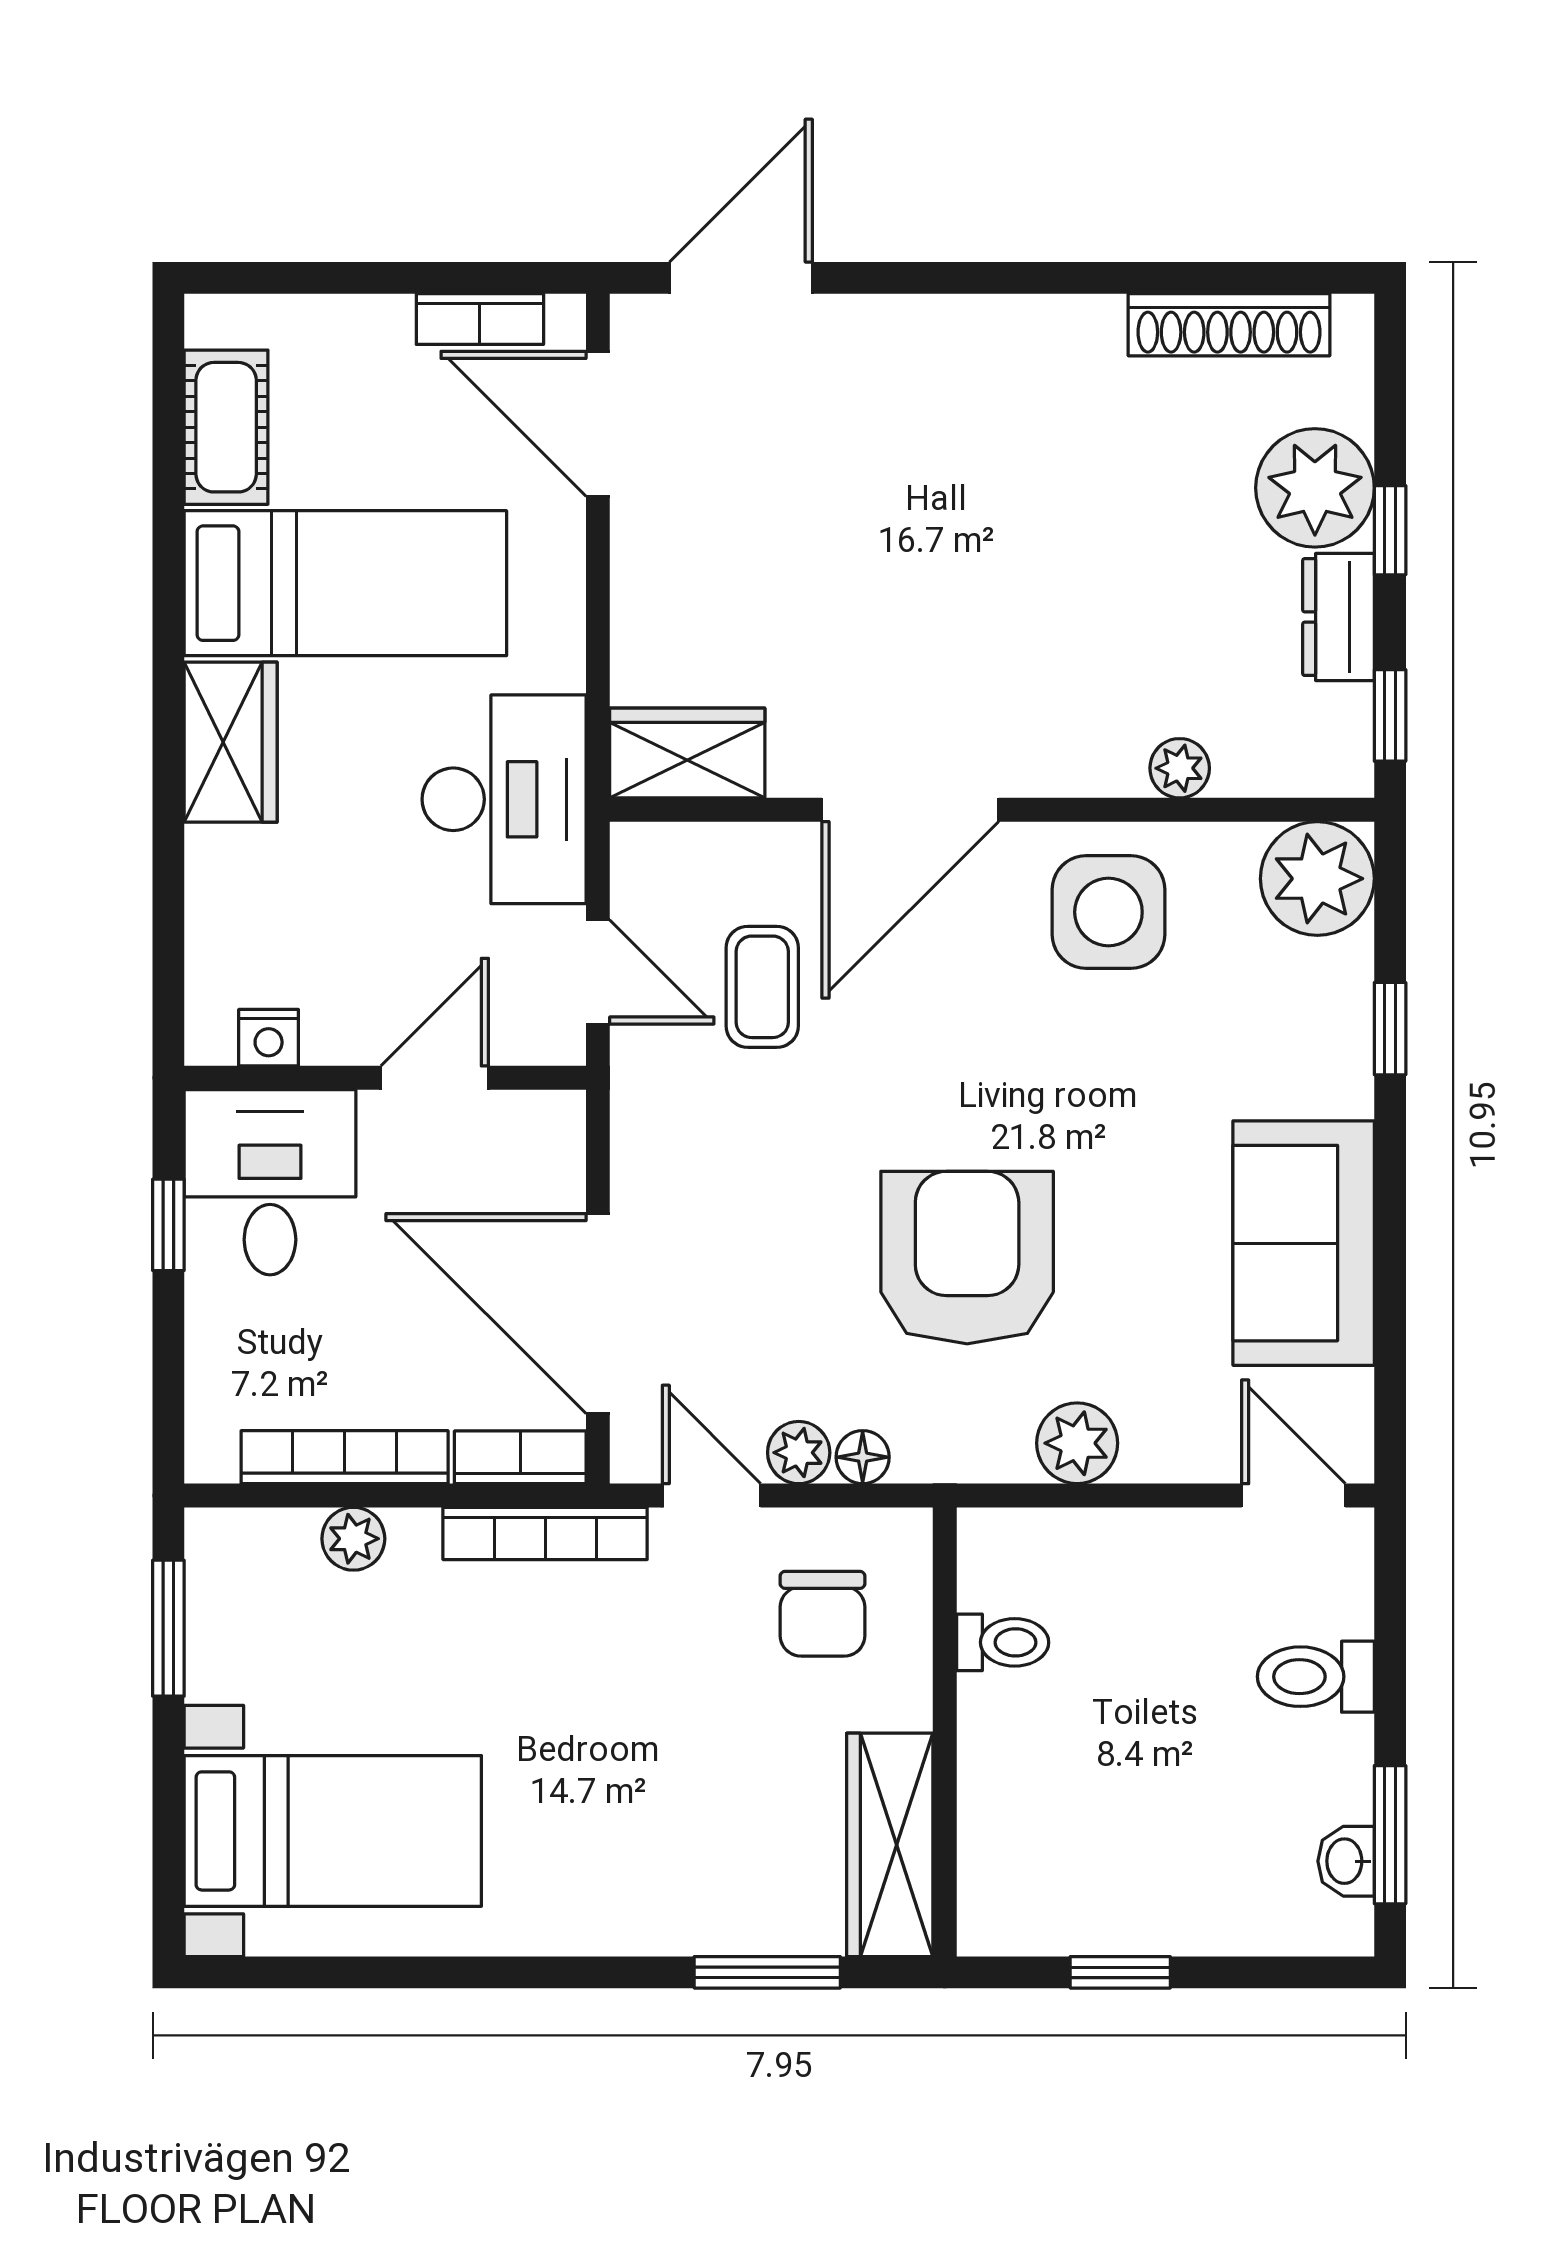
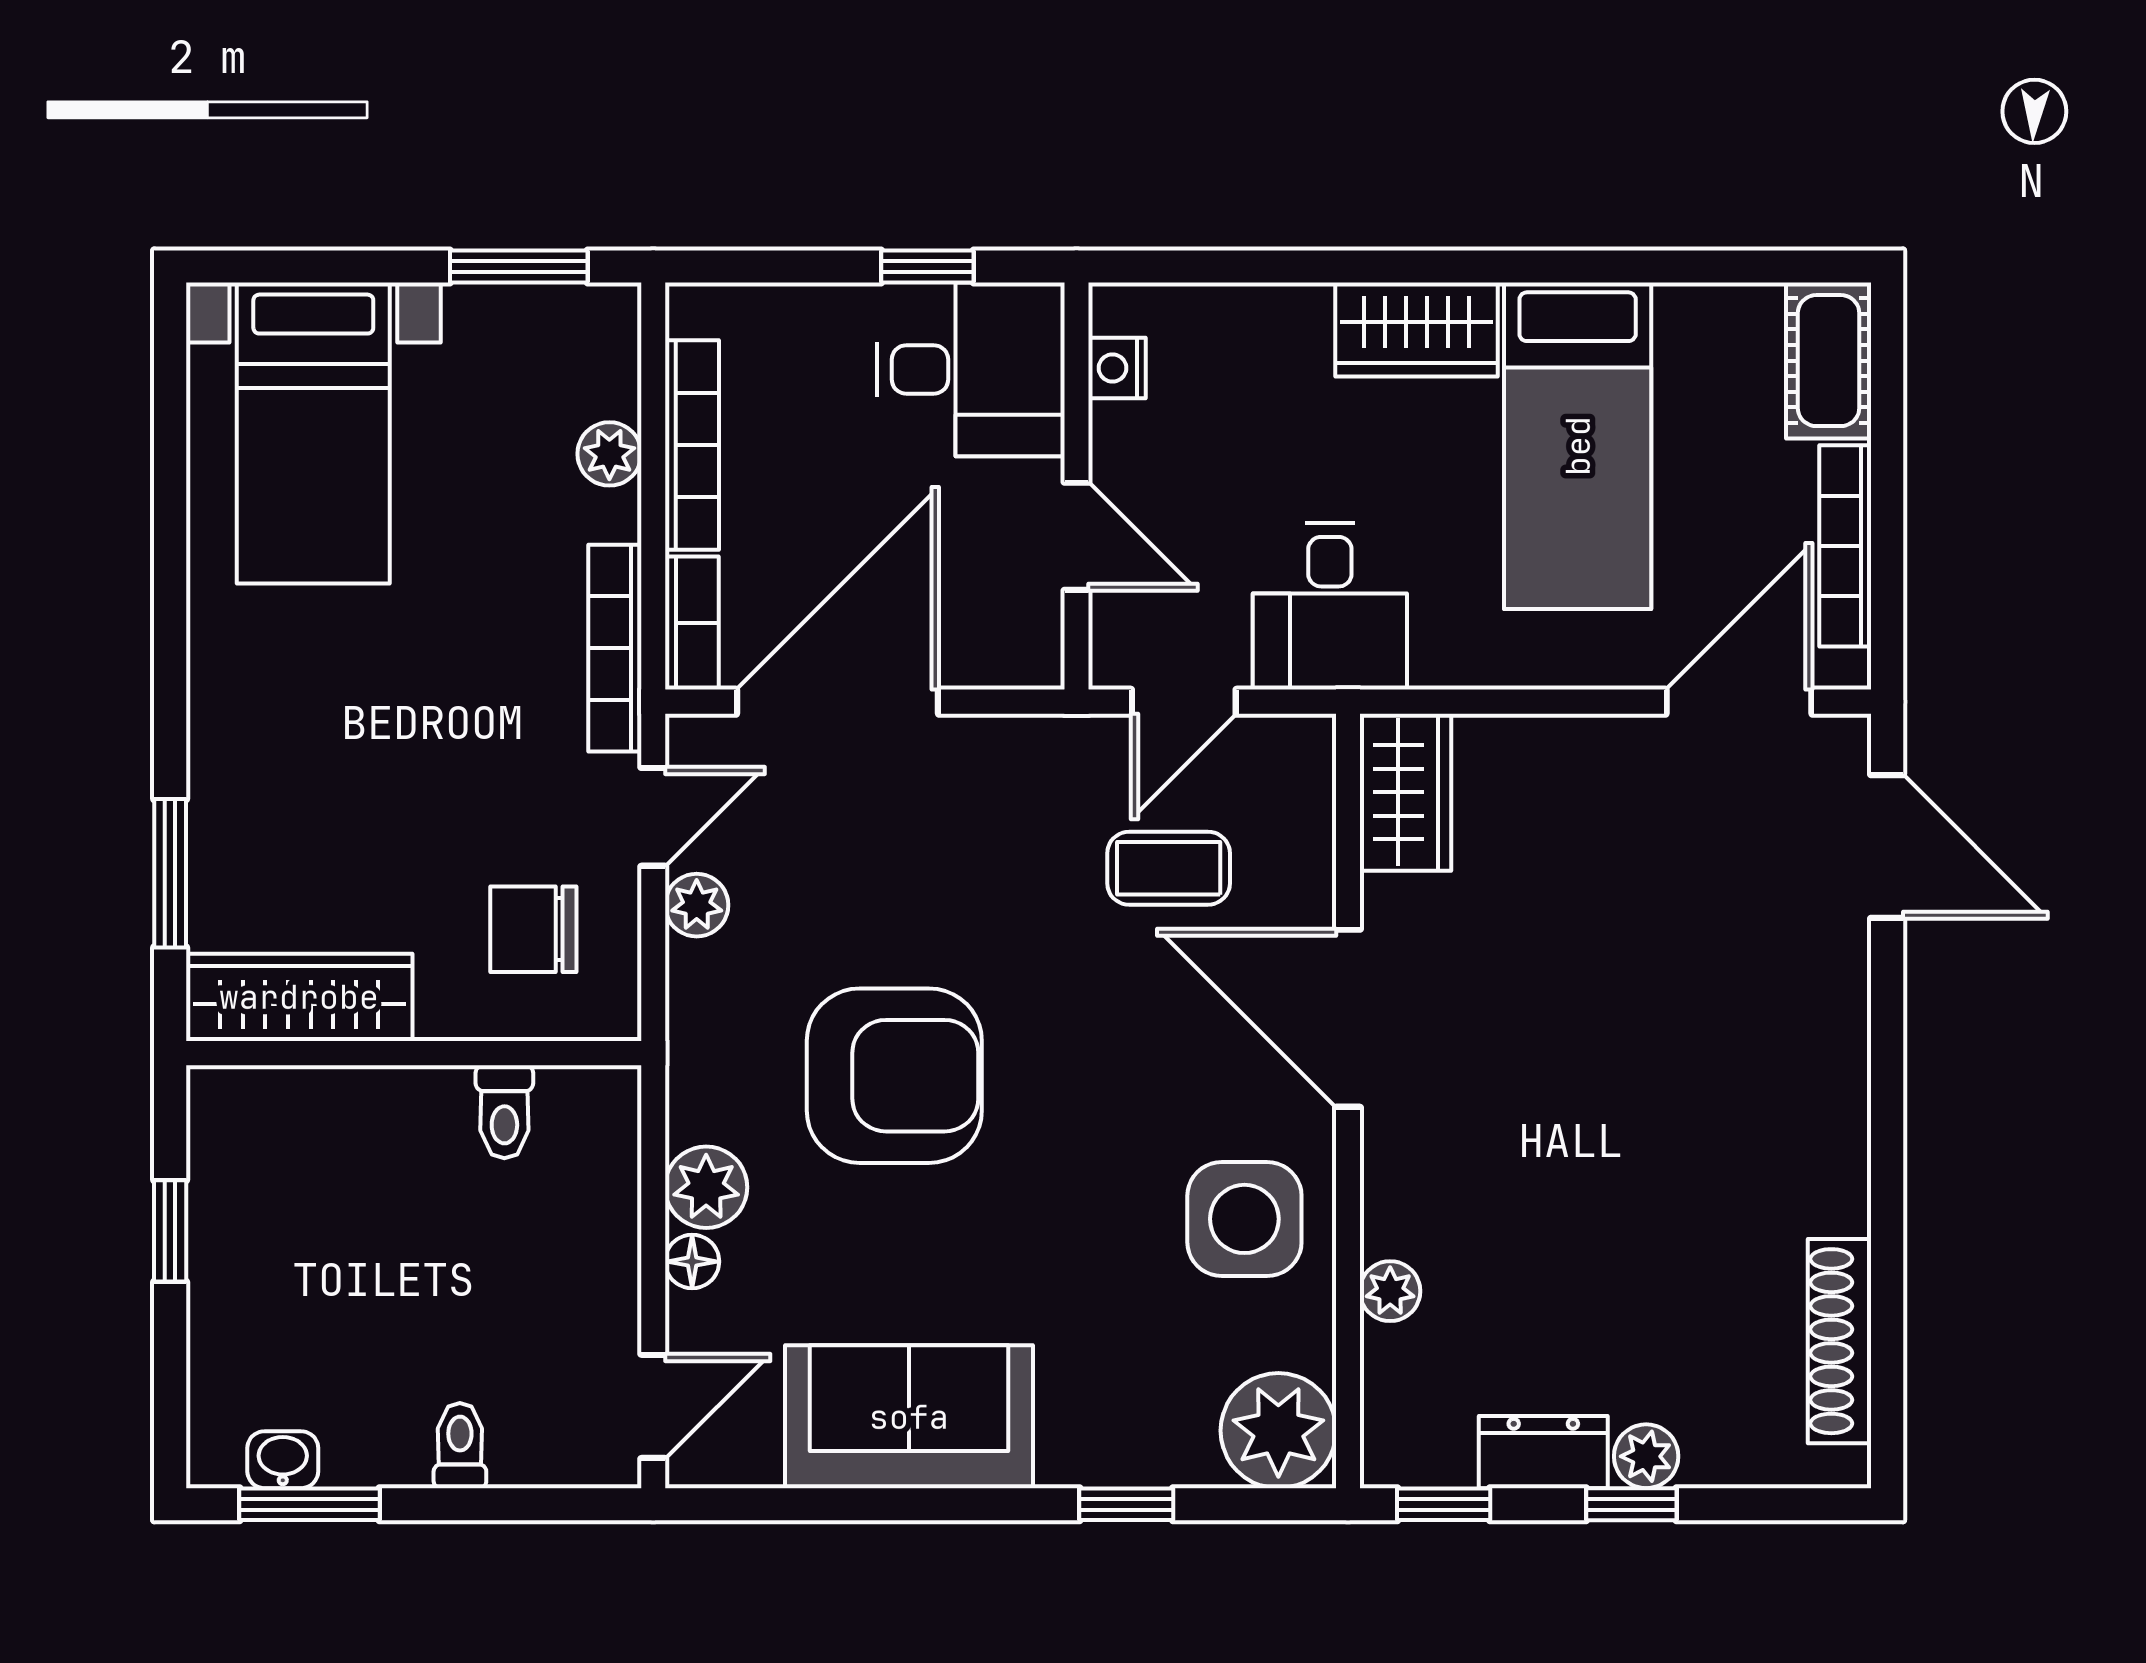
bookcase: (480, 319) -> (1845, 546), width x1.56
cot: (226, 427) -> (1829, 361), moved, turned 90
plant: (1315, 488) -> (1646, 1456), width x0.53, depth x0.53
desk: (504, 799) -> (1330, 607), width x0.73
floor lamp: (863, 1457) -> (692, 1262), moved
toilet: (1316, 1677) -> (460, 1446), width x0.73, depth x0.72

